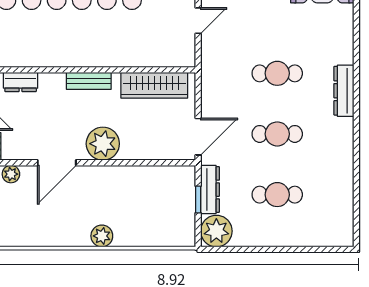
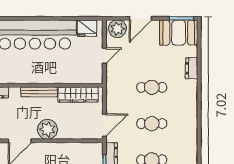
bench: (89, 81) -> (39, 92), width x1.36
dresser: (344, 91) -> (192, 68), moved, width x0.70

